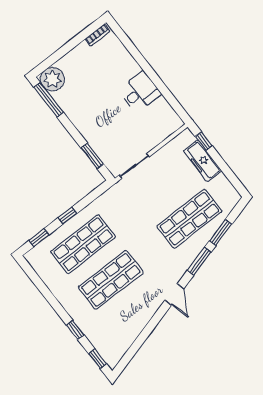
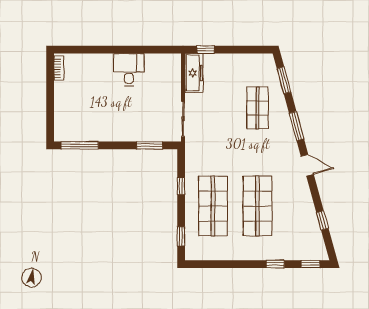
plant: (52, 79) -> (66, 130), removed
freezer: (203, 161) -> (194, 73), moved, turned -90
window: (67, 216) -> (181, 186), moved
shop shelf: (189, 219) -> (257, 108), width x0.70, depth x0.74
window: (221, 233) -> (284, 80), moved
window: (140, 341) -> (322, 220), added

